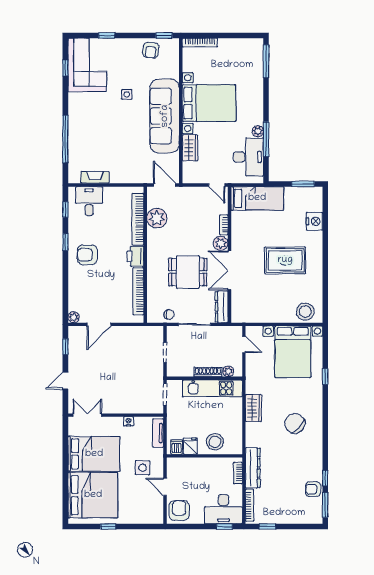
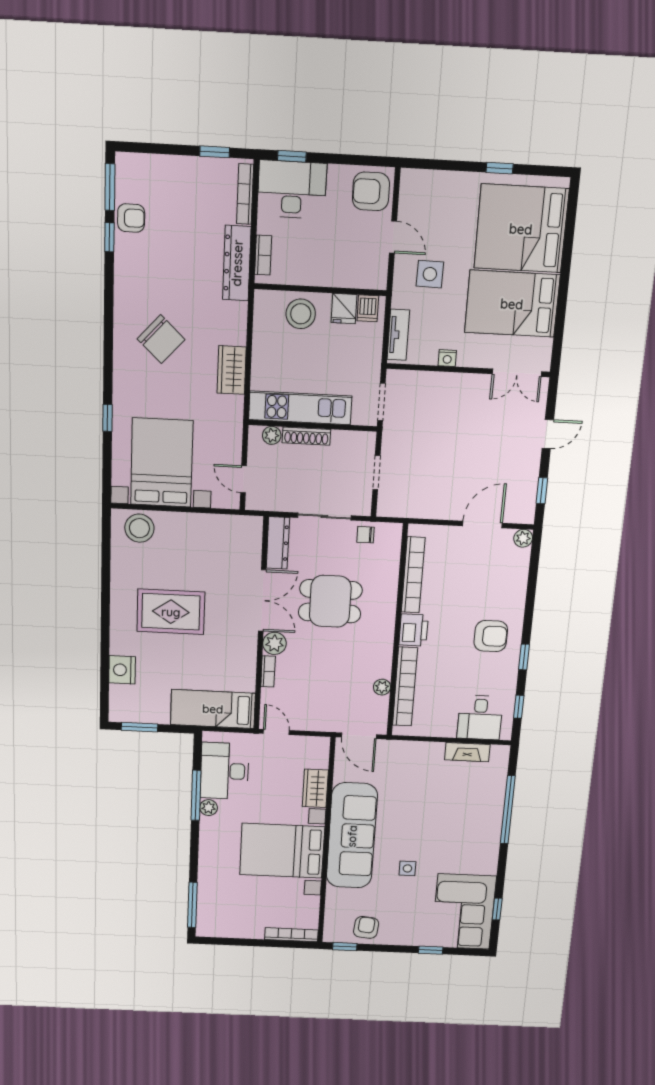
plant: (157, 218) -> (382, 687), width x0.53, depth x0.53
armchair: (179, 510) -> (371, 191), turned 90

